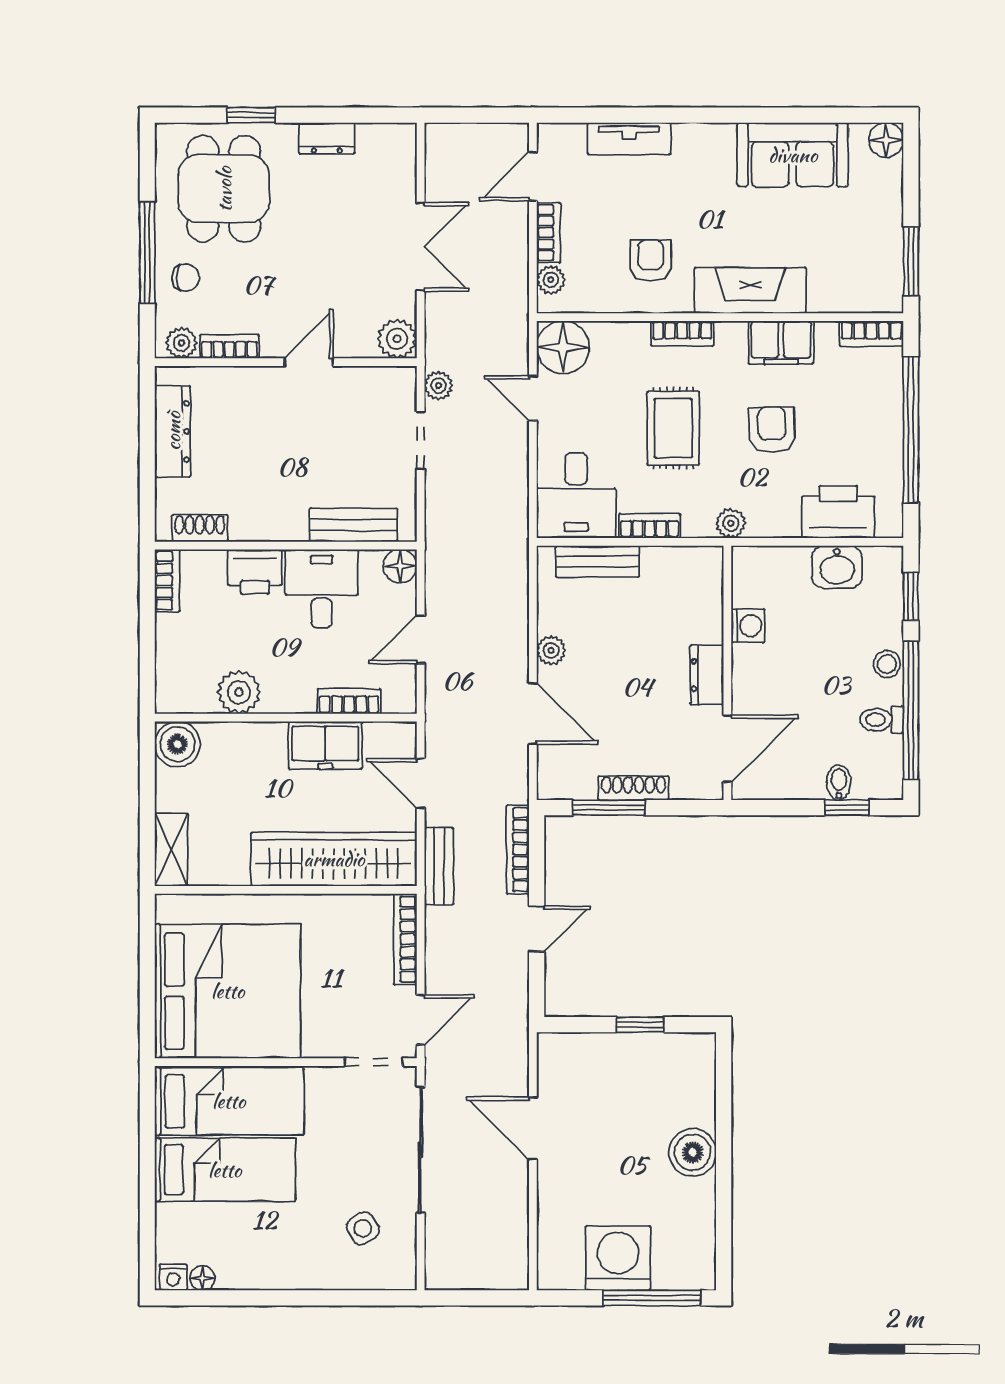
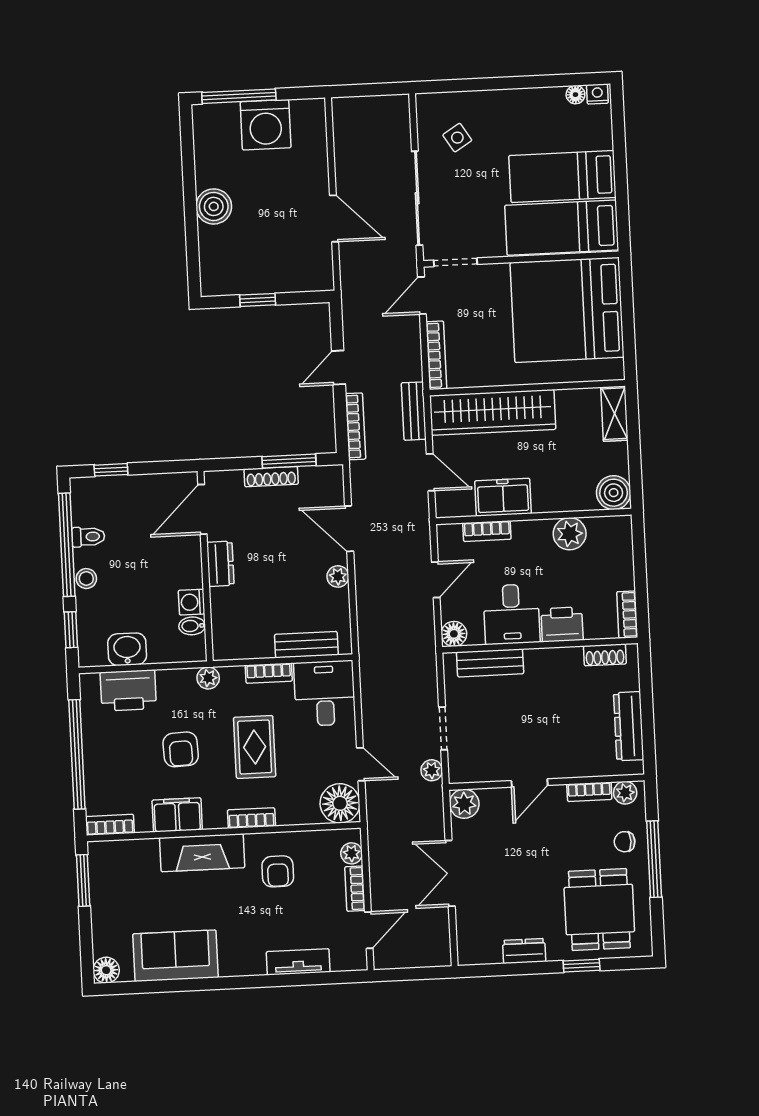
bidet: (839, 782) -> (192, 626), moved, turned 90

